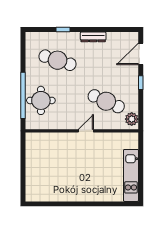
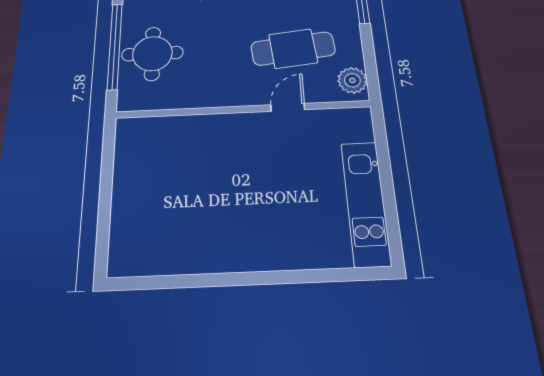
cafe table: (106, 101) -> (293, 49), turned -30
door: (86, 131) -> (288, 107), moved

